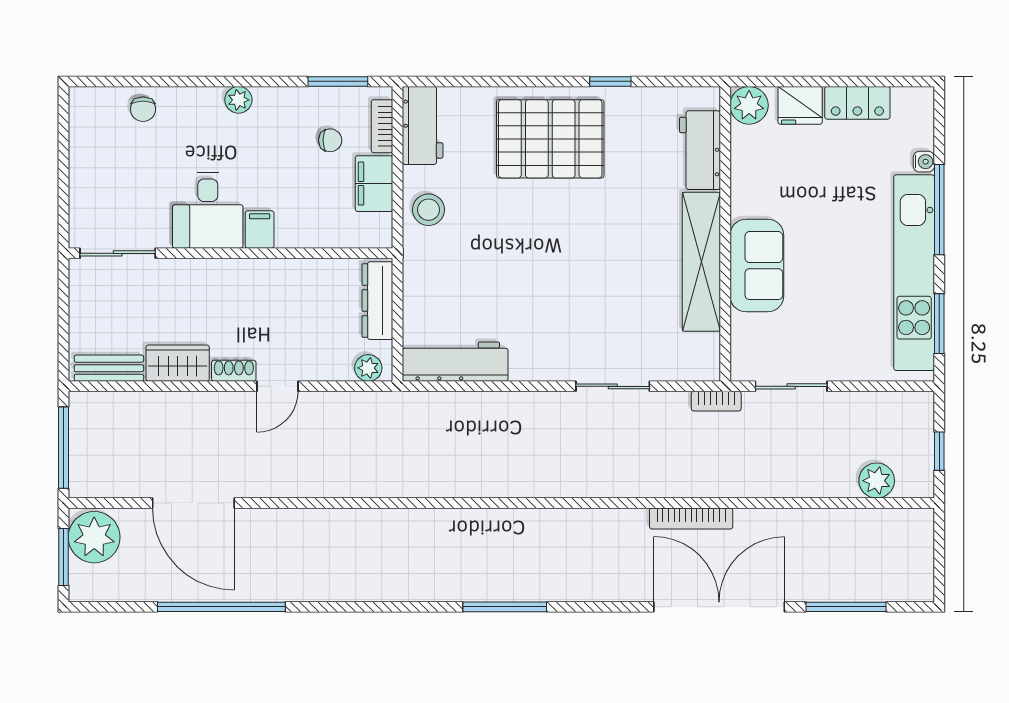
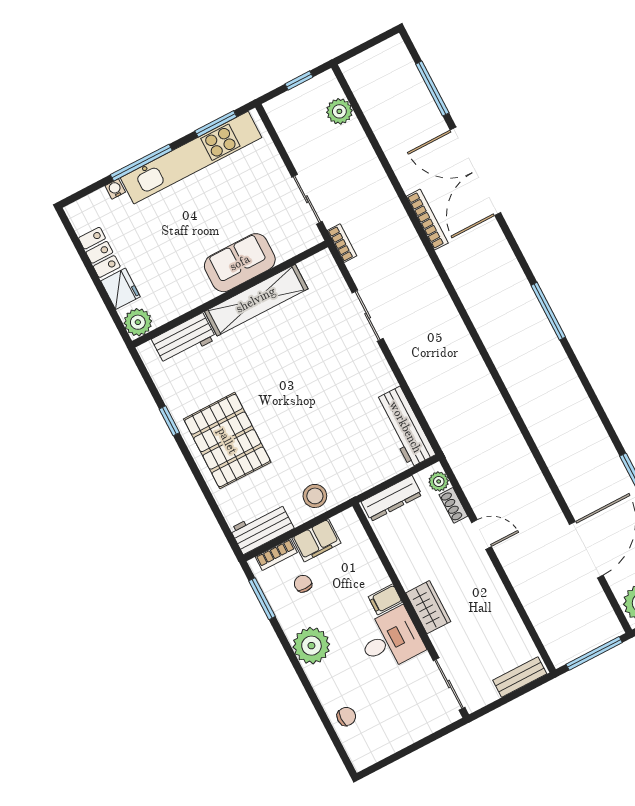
plant: (238, 100) -> (311, 646), width x1.87, depth x1.87
wardrobe: (178, 363) -> (428, 607), moved, turned 180
bench: (109, 368) -> (520, 677), moved, turned 90
shoe rack: (234, 371) -> (453, 505), moved

